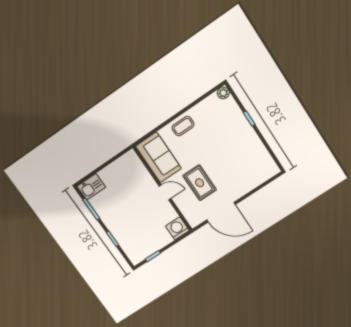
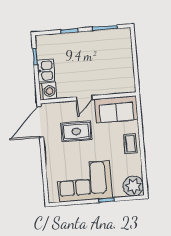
plant: (223, 93) -> (133, 186), width x1.88, depth x1.88
corner sofa: (242, 150) -> (84, 181), added
kitchen sink: (91, 187) -> (46, 71), moved, turned 180
door: (221, 212) -> (40, 122), moved

